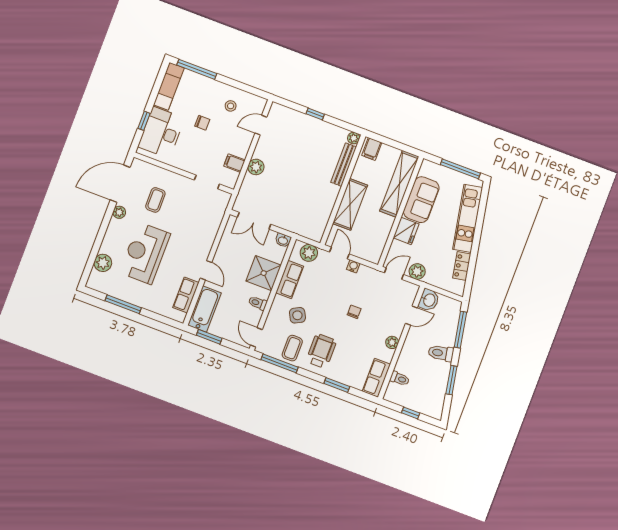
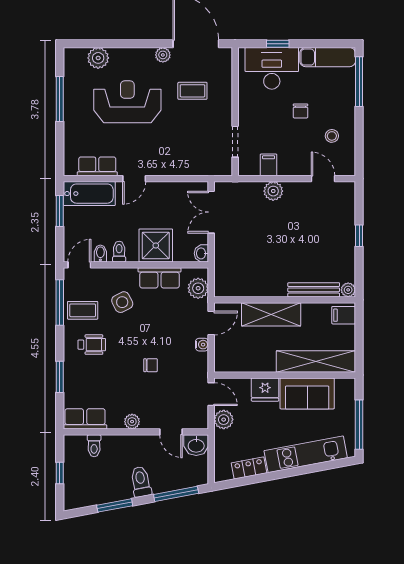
bidet: (254, 318) -> (100, 253), added
wheelchair: (321, 351) -> (92, 345), width x0.73, depth x0.73

